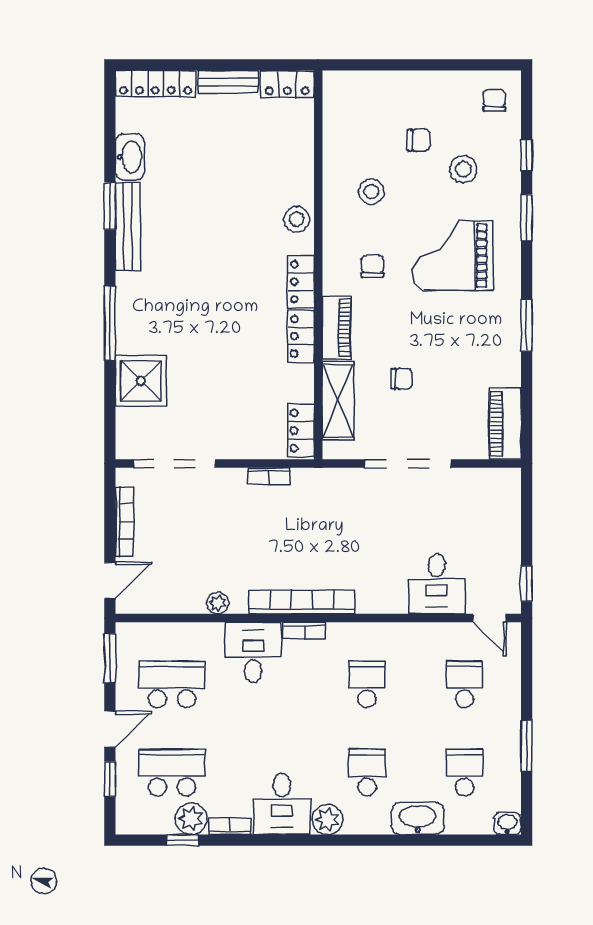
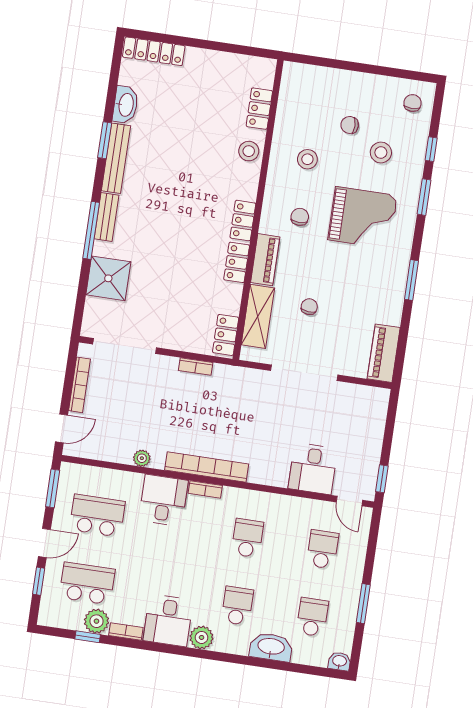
bench: (228, 82) -> (107, 217), moved, turned 90
locker: (287, 84) -> (259, 109), moved, turned 90
chair: (418, 140) -> (350, 125), turned 180
stool: (297, 219) -> (249, 151), moved
grand piano: (453, 255) -> (363, 218), turned 180
chair: (402, 379) -> (309, 307), turned -85

